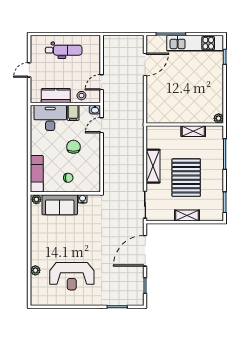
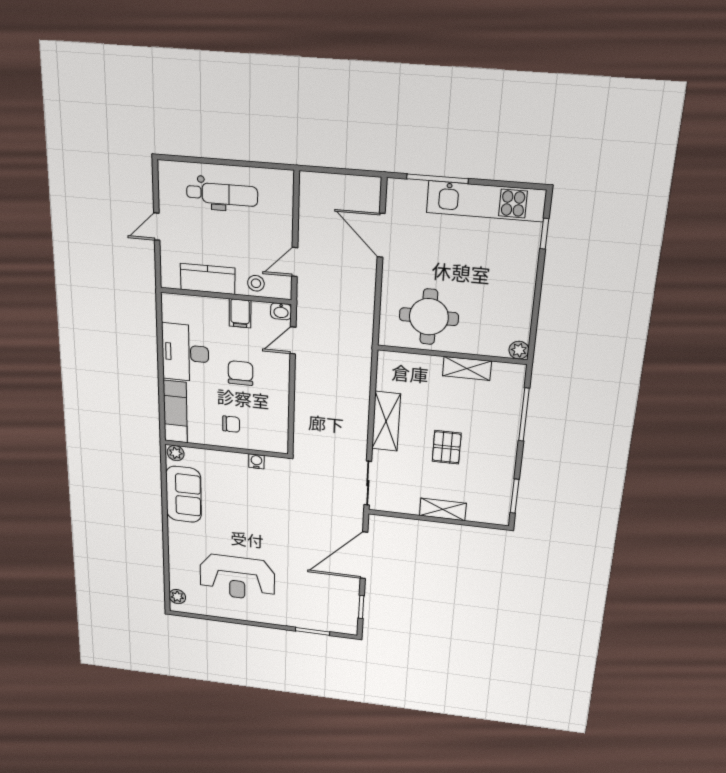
door: (145, 65) -> (381, 235), swing flipped
round table: (172, 105) -> (429, 317), added
desk: (50, 118) -> (185, 353), moved, turned -90
pallet: (186, 178) -> (447, 447), width x0.49, depth x0.50
sofa: (60, 205) -> (184, 494), moved, turned -90
plant: (35, 270) -> (177, 597), moved

